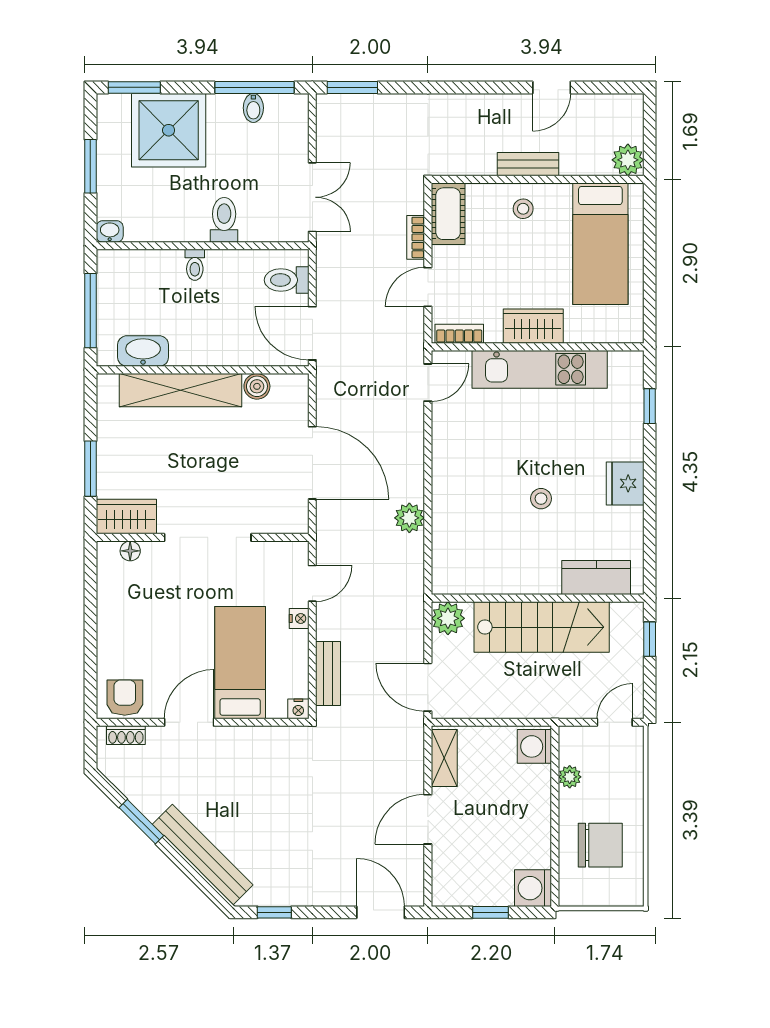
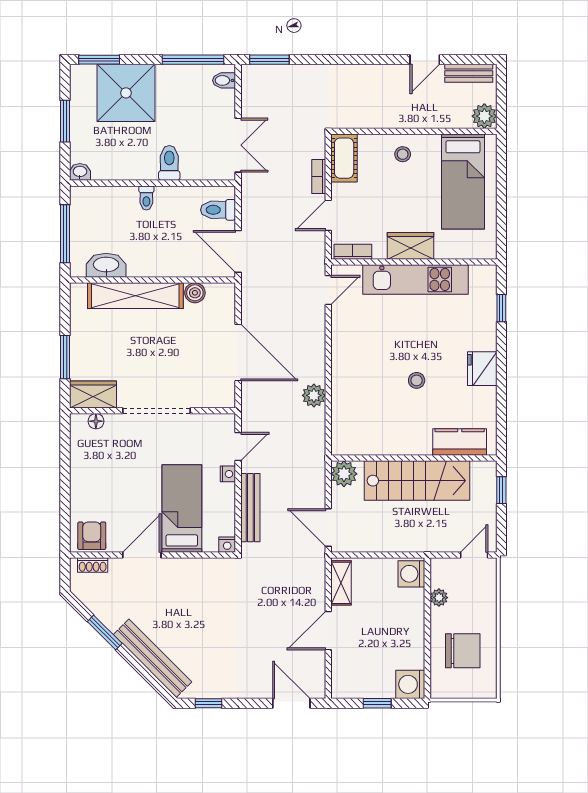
bidet: (253, 108) -> (224, 80), moved, turned 90
bench: (528, 164) -> (469, 73), moved
bench: (328, 673) -> (250, 508), width x1.36

